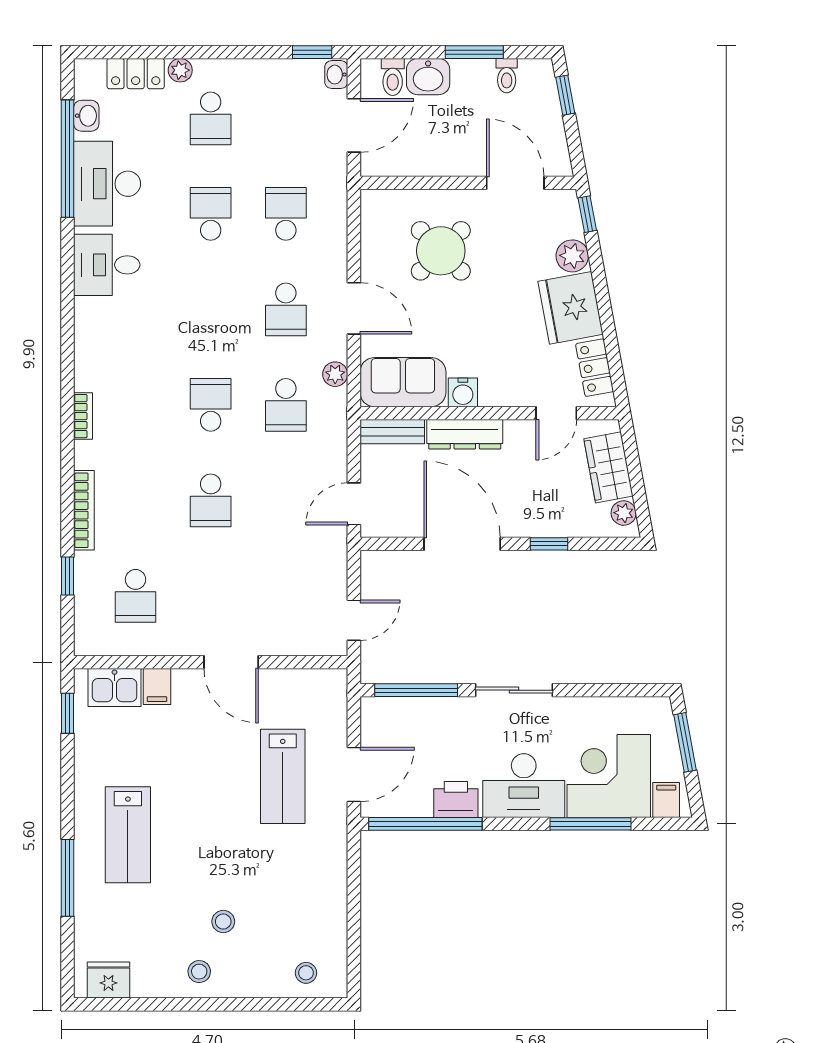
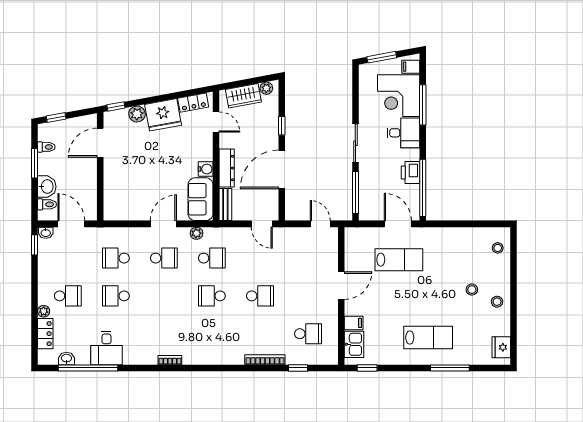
desk: (107, 184) -> (106, 348), width x0.73
round table: (441, 251) -> (134, 180), removed
desk: (107, 265) -> (142, 348), removed
bookcase: (83, 416) -> (170, 360), moved
desk: (524, 786) -> (403, 133), width x0.73

